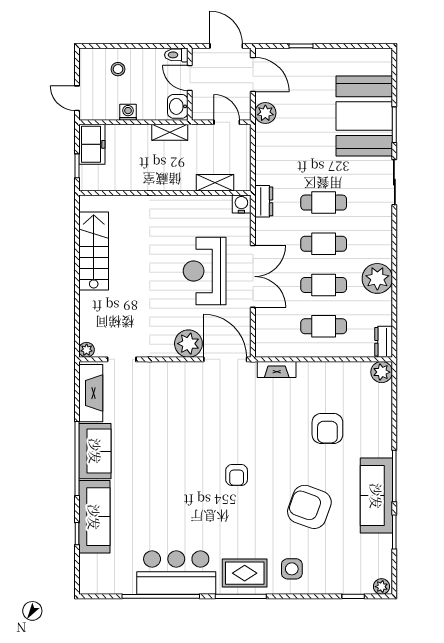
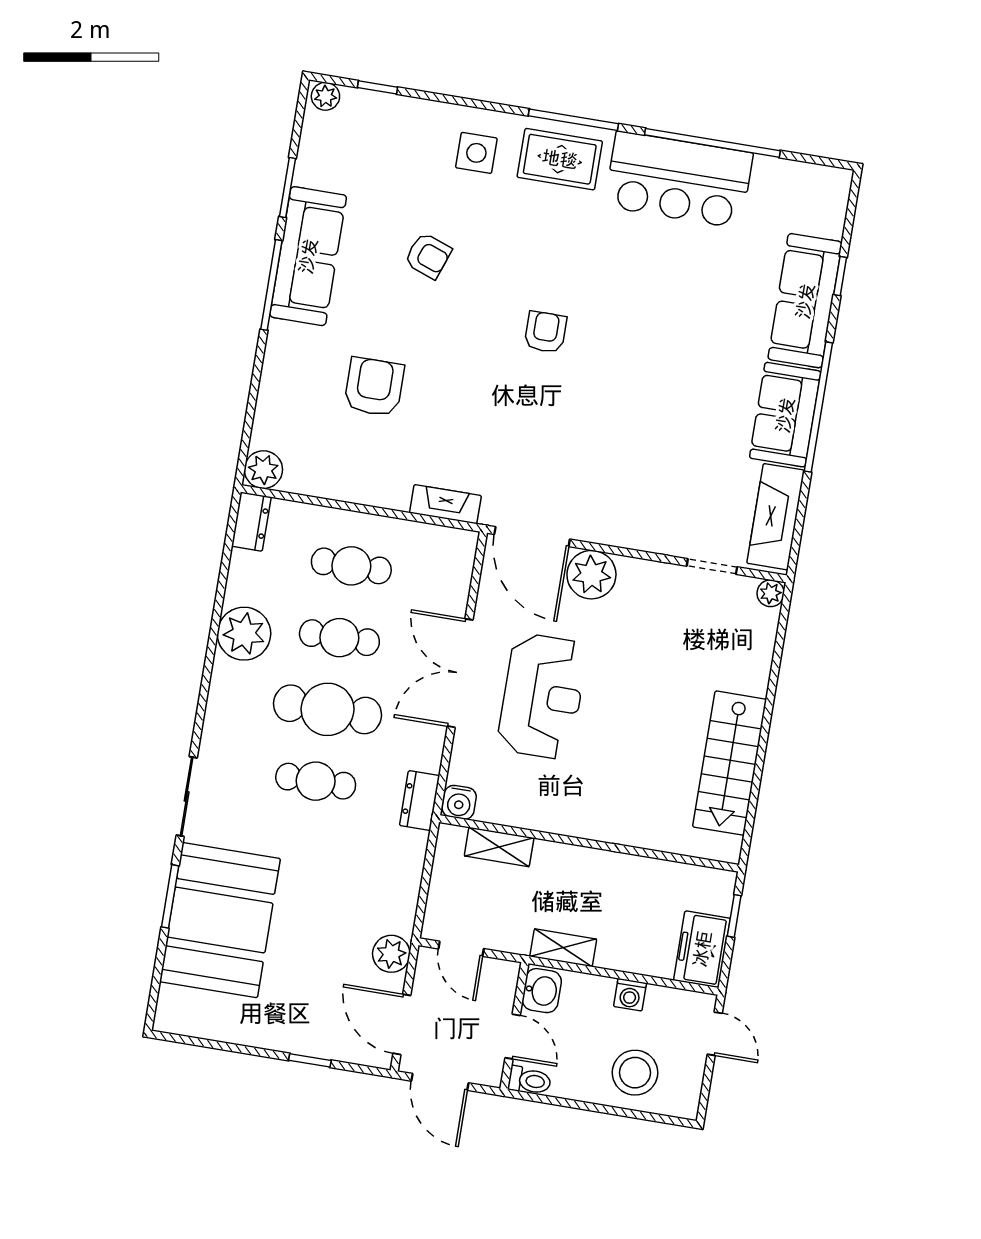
stool: (118, 69) -> (635, 1073), width x1.89, depth x1.89
cafe table: (324, 244) -> (328, 709), width x1.37, depth x1.35
armchair: (309, 507) -> (428, 256), width x0.53, depth x0.53

